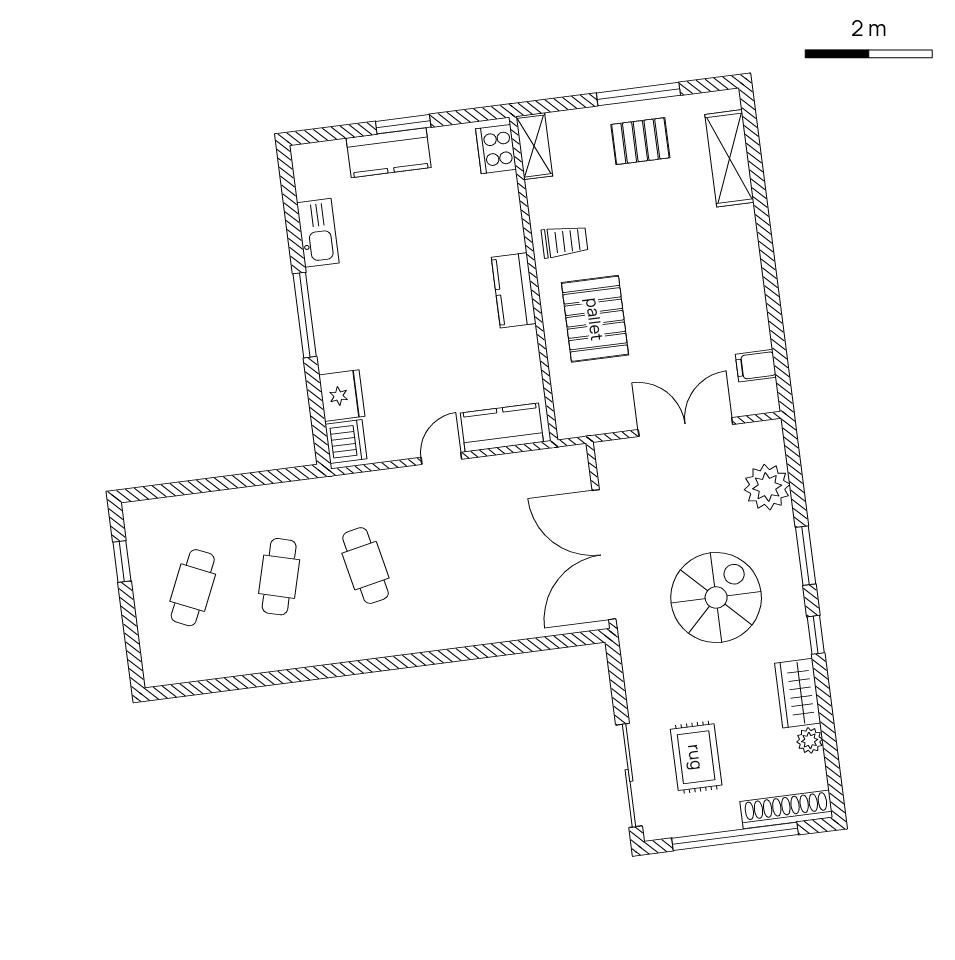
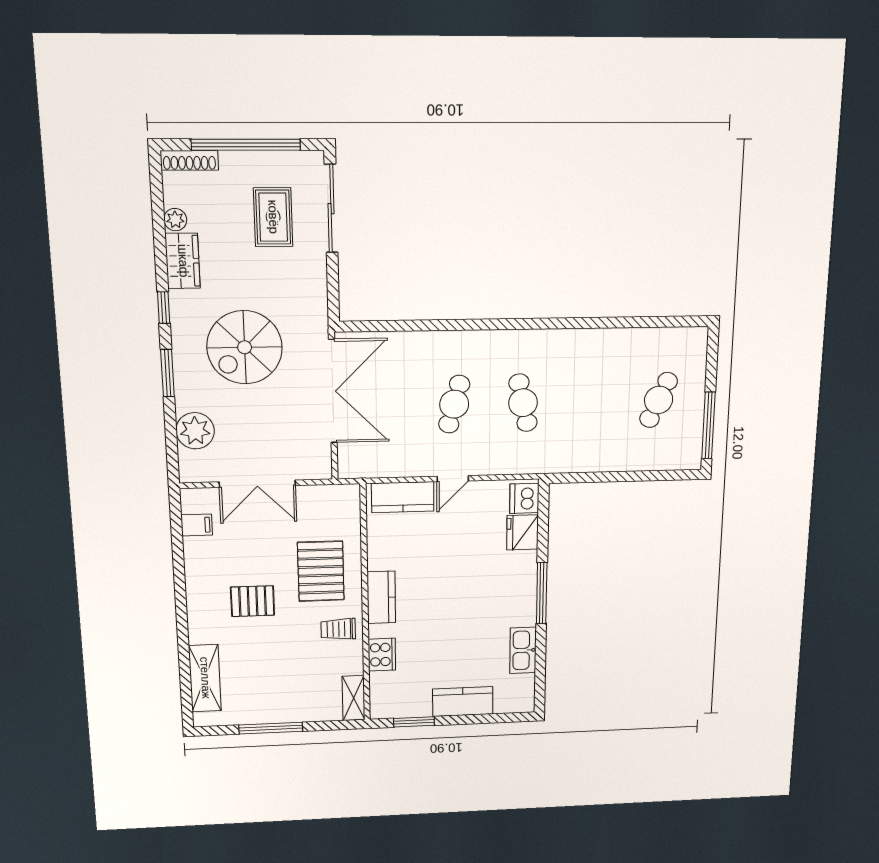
window: (403, 124) -> (414, 722), moved
pallet: (640, 141) -> (253, 601), moved
cooker: (496, 149) -> (382, 655), moved
window: (122, 562) -> (708, 426), width x2.17
cafe table: (279, 577) -> (454, 404), moved
shoe rack: (786, 809) -> (189, 160), width x0.74, depth x0.81

